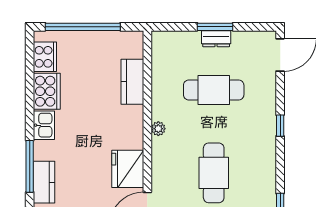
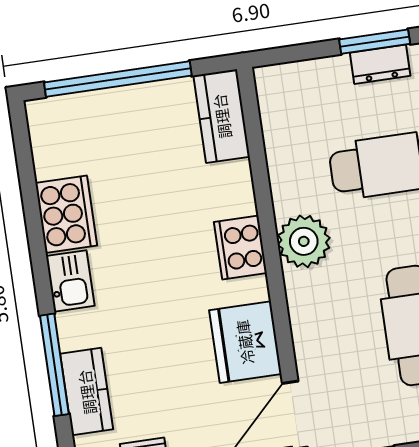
cooker: (45, 57) -> (240, 247), moved, turned 180
kitchen counter: (132, 82) -> (222, 116), moved
plant: (158, 129) -> (304, 241), width x1.88, depth x1.88

